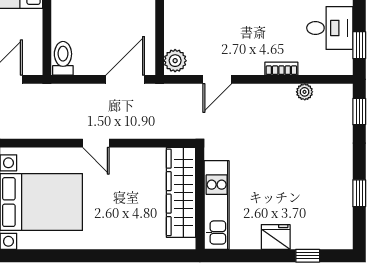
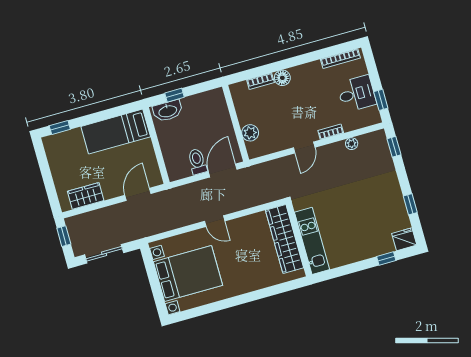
toilet: (63, 58) -> (197, 162), moved
plant: (175, 61) -> (250, 133), moved
door: (217, 79) -> (304, 148), moved
fridge: (276, 237) -> (404, 239), moved

